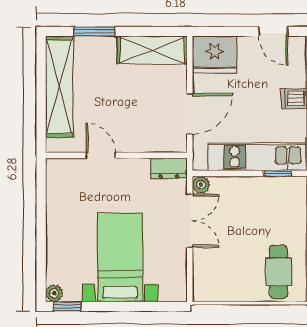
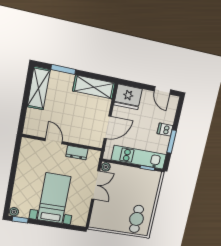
shelving: (59, 87) -> (39, 88), width x0.68
dresser: (169, 168) -> (77, 153), moved

